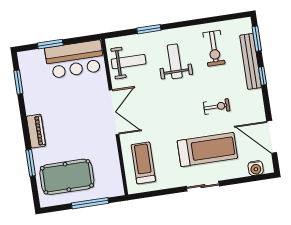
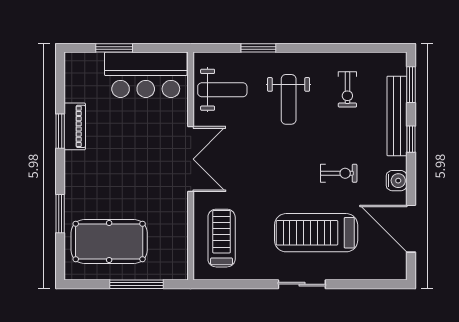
exercise bike: (214, 48) -> (347, 89), width x0.73, depth x0.72
weight bench: (175, 61) -> (289, 99), turned 180
window: (18, 82) -> (60, 131), moved
piano: (36, 131) -> (75, 126), moved
treadmill: (207, 150) -> (316, 233), turned 180
water cooler: (256, 168) -> (397, 181), moved, turned -90

